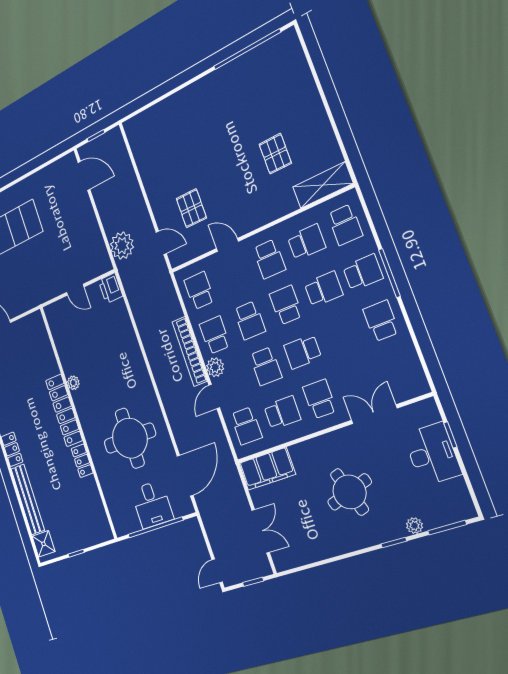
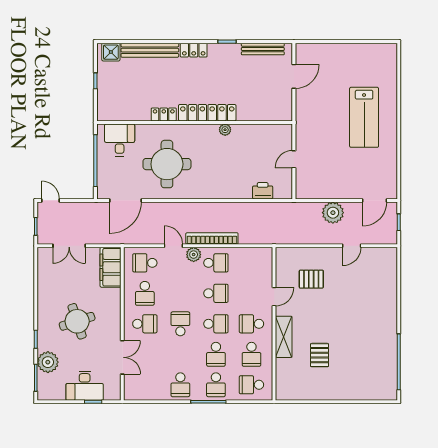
pallet: (275, 154) -> (320, 355), turned 90
shelving: (323, 185) -> (284, 337), moved
door: (161, 243) -> (352, 246), moved
plant: (122, 246) -> (333, 213), moved
printer: (111, 288) -> (263, 191), moved
school desk: (199, 291) -> (251, 263), removed
school desk: (250, 320) -> (216, 293), turned 180
school desk: (381, 321) -> (180, 385), turned 90
school desk: (266, 366) -> (180, 293), removed
door: (185, 476) -> (125, 200), hinge flipped
desk: (152, 504) -> (120, 140), moved, turned 90
plant: (414, 526) -> (48, 362), width x1.87, depth x1.87

